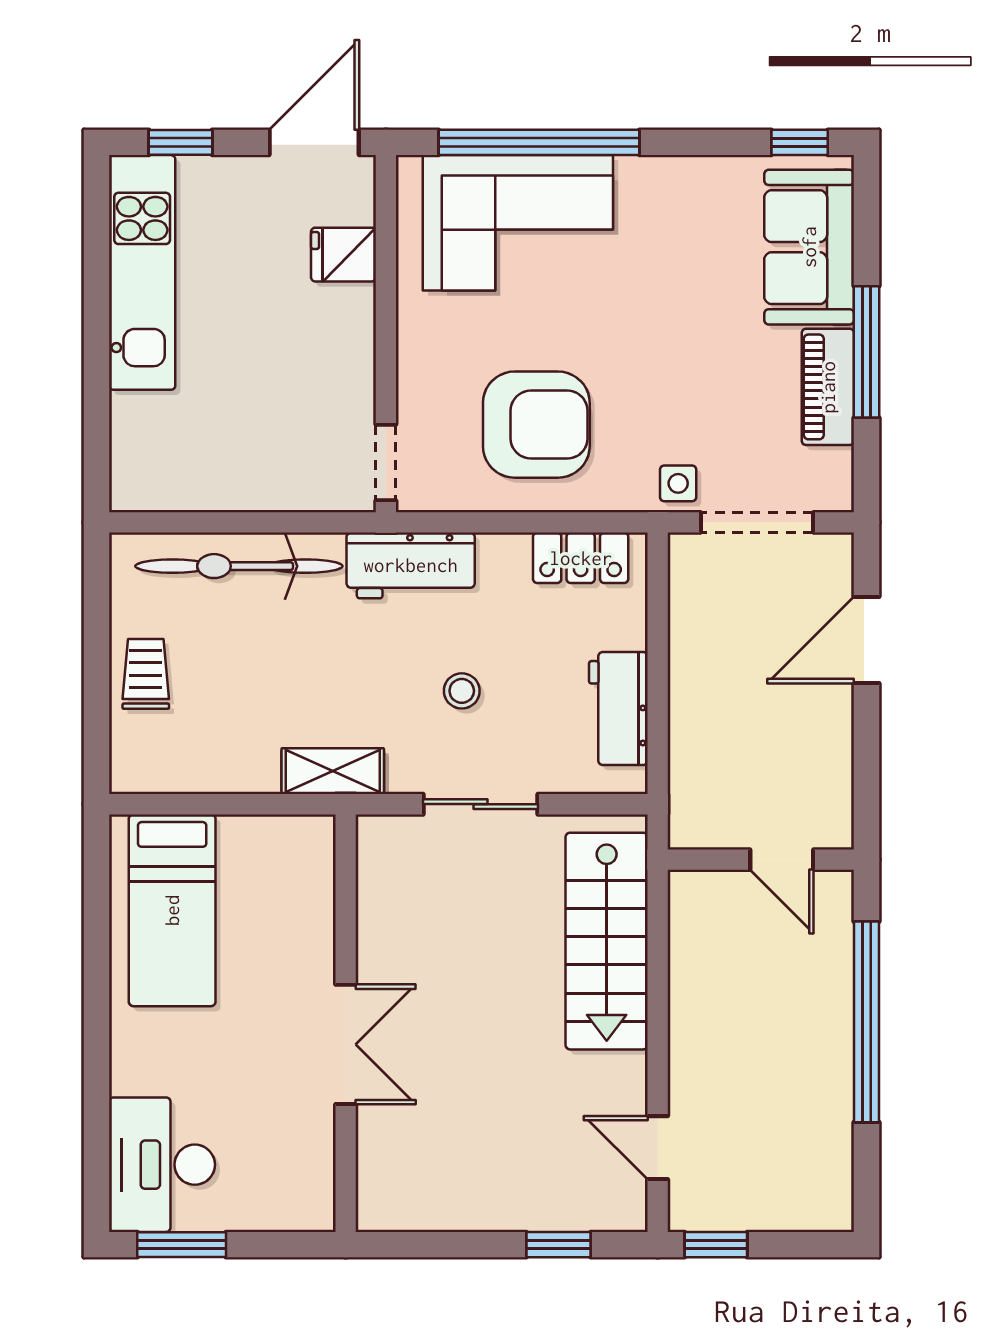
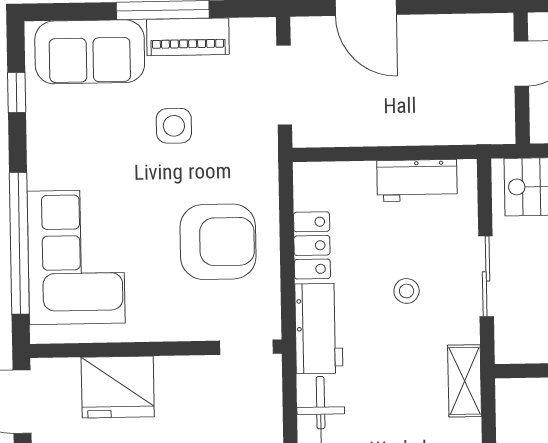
window: (800, 142) -> (17, 92), moved
fridge: (343, 255) -> (118, 387), width x1.88, depth x1.34
armchair: (536, 425) -> (218, 242), turned 90
side table: (678, 483) -> (174, 126), moved, width x1.37, depth x1.37
locker: (581, 558) -> (312, 245), moved

